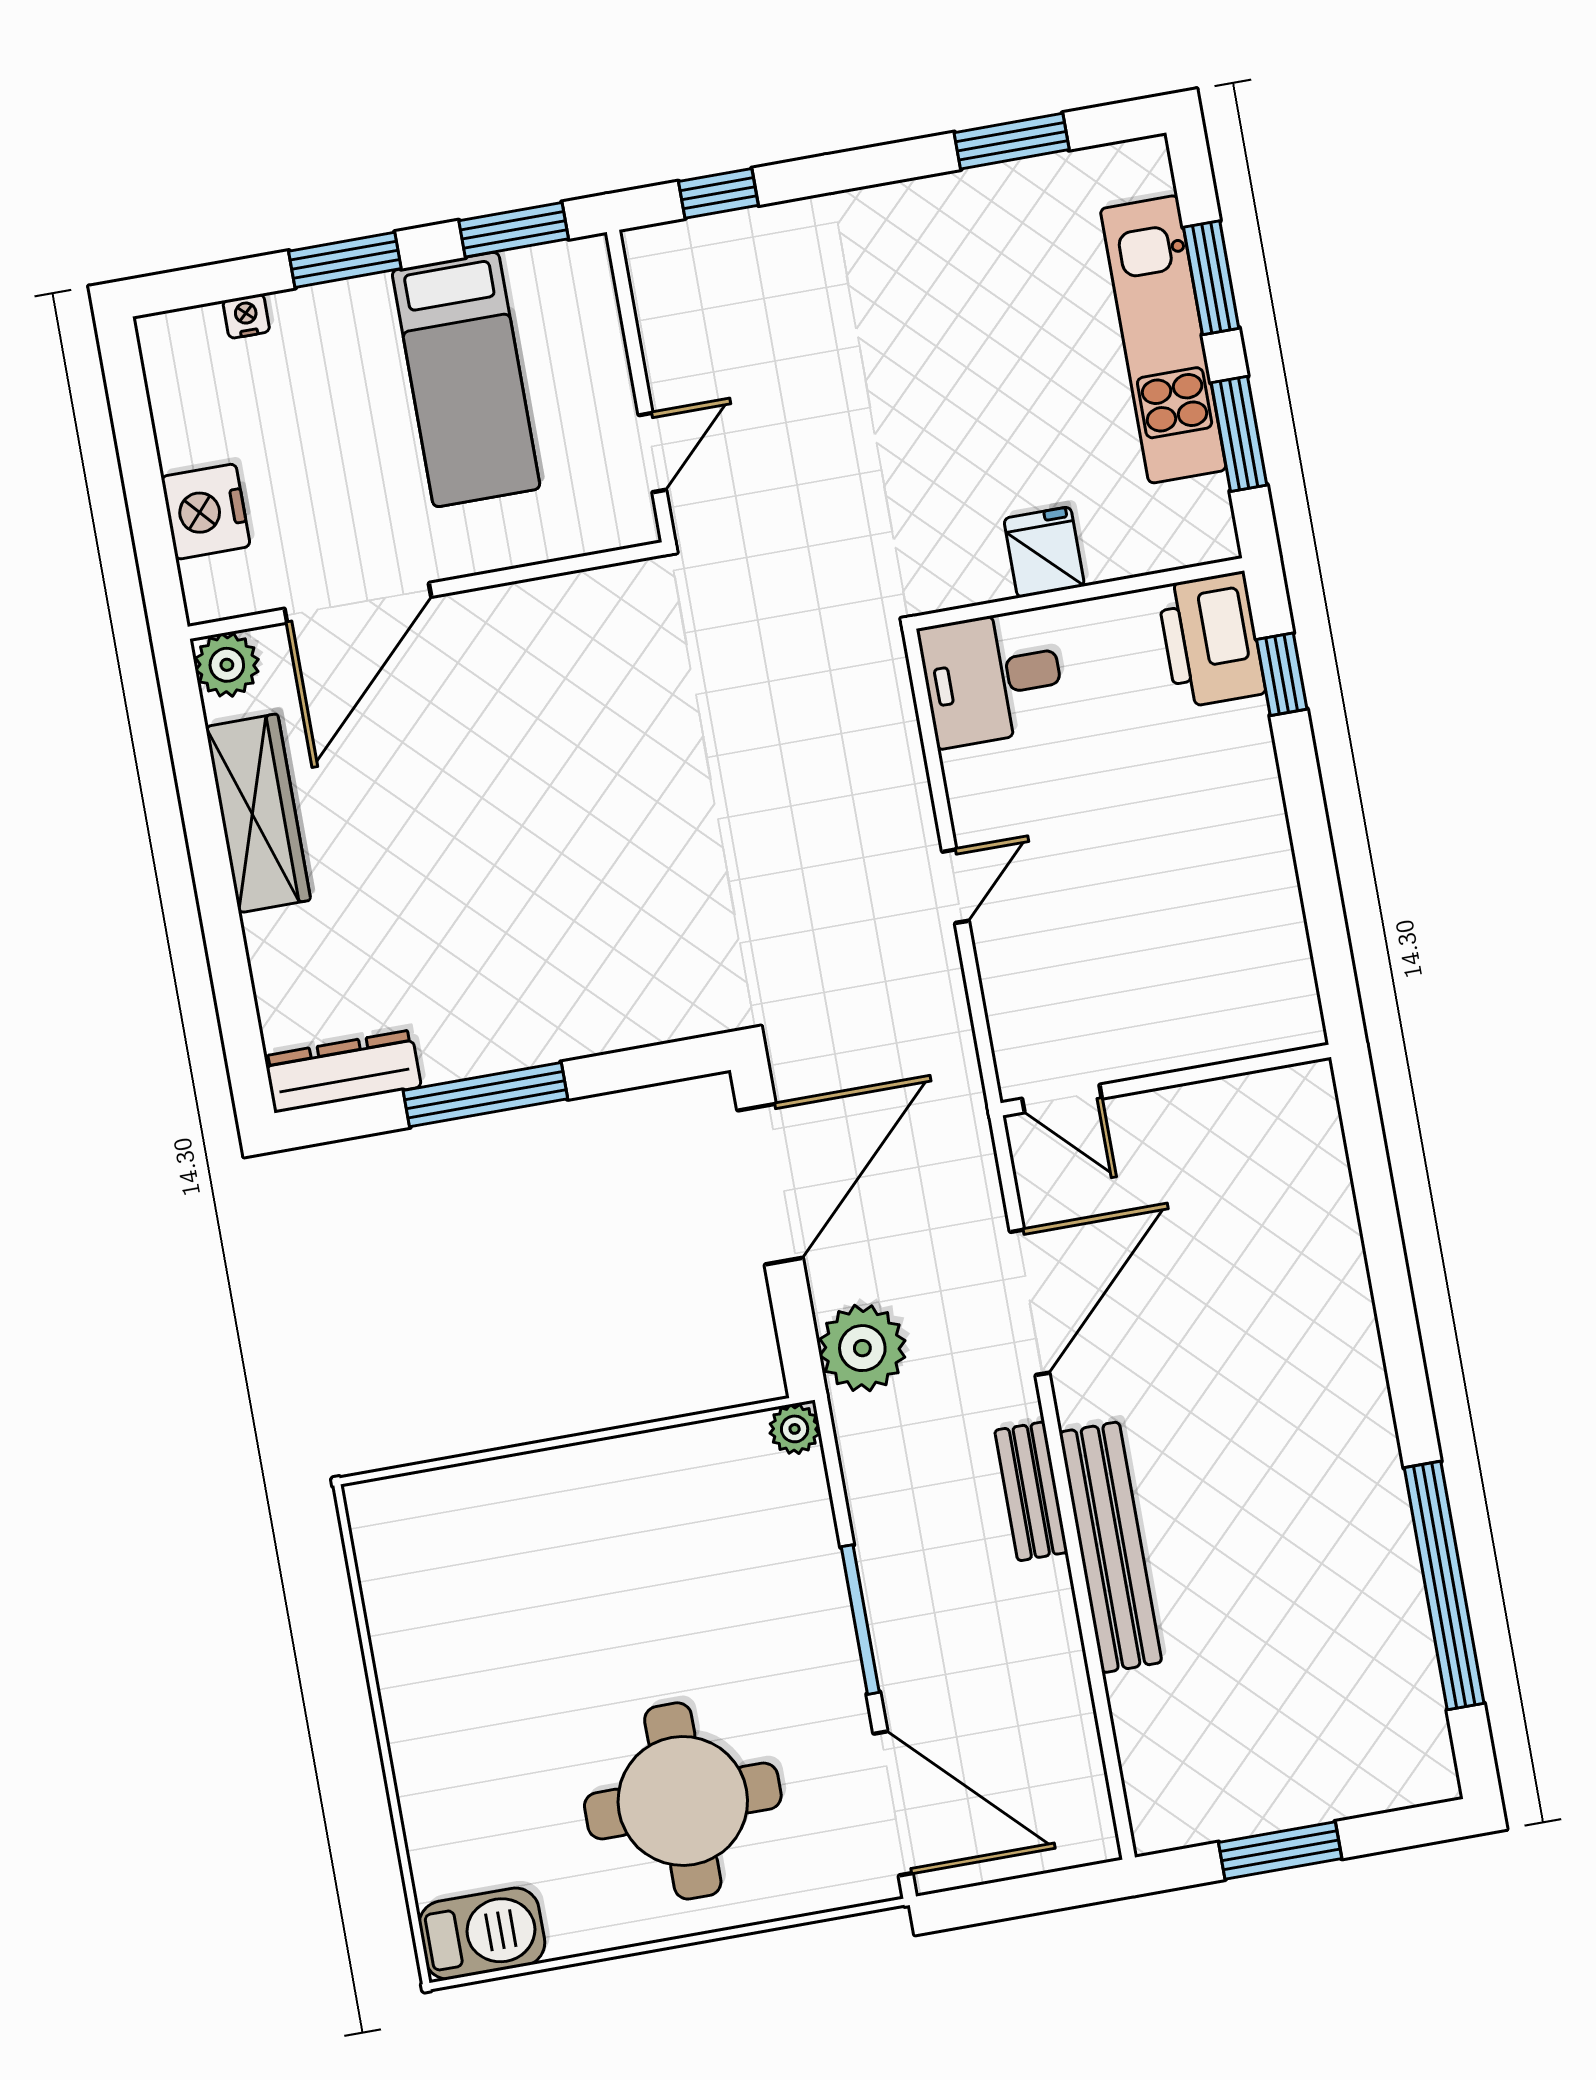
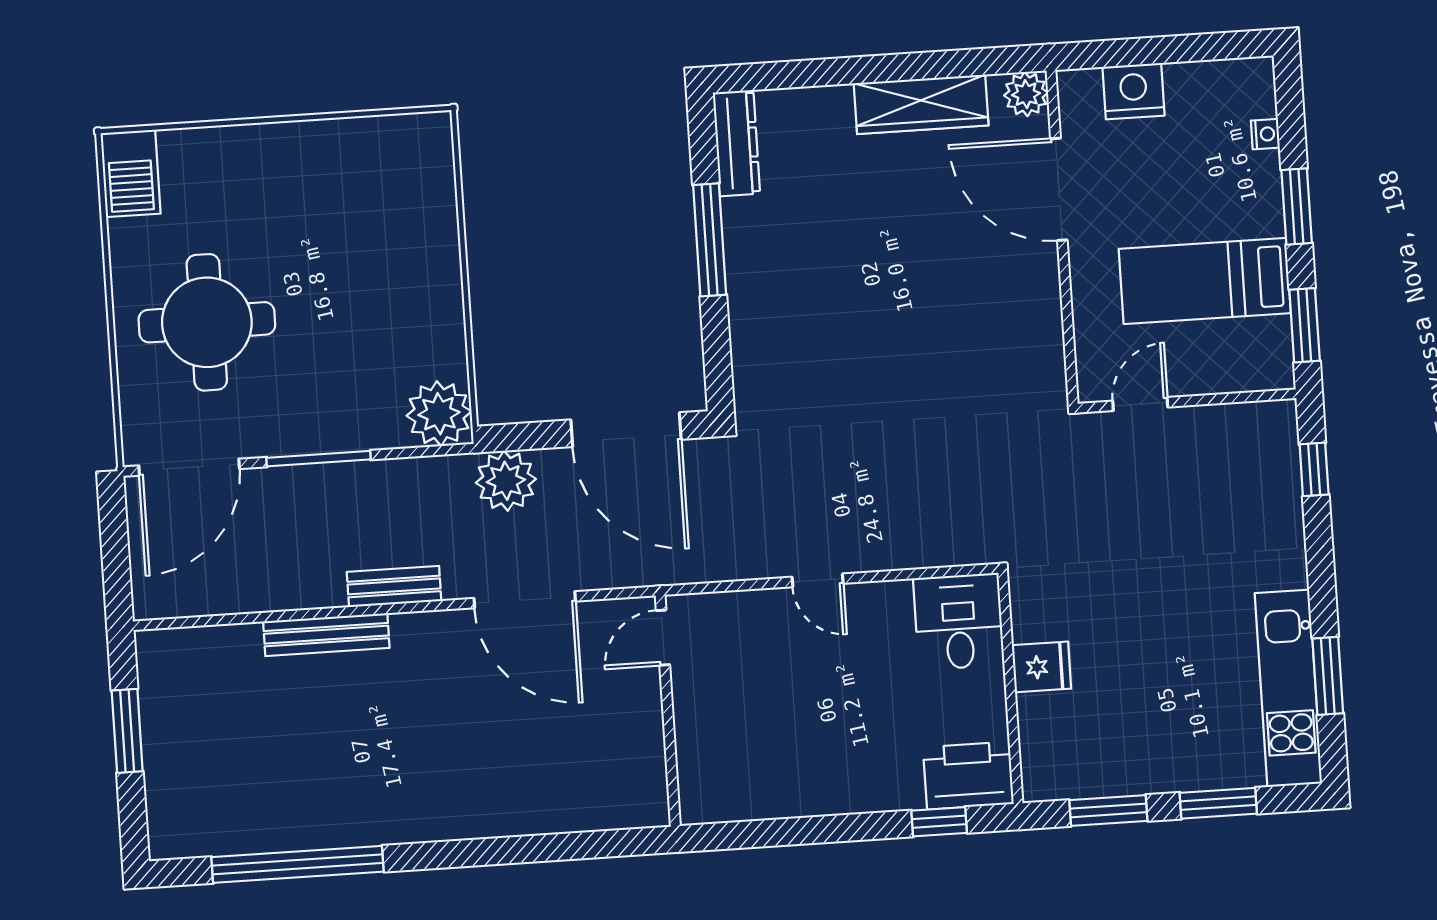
kitchen unit: (1163, 339) -> (1288, 688), moved, turned -90
door: (652, 452) -> (1140, 404), swing flipped
plant: (795, 1429) -> (439, 414), width x1.88, depth x1.88
bench: (1111, 1547) -> (326, 635), width x0.73, depth x0.82

